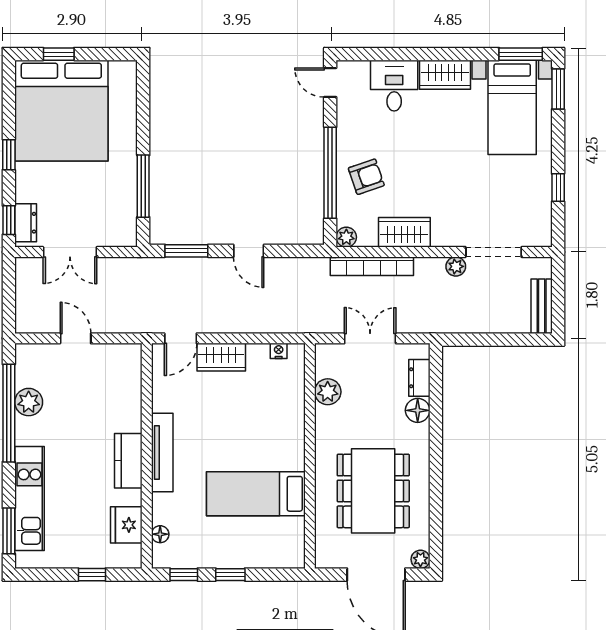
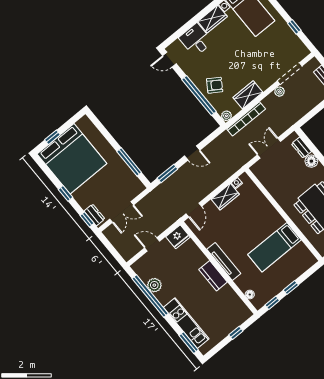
armchair: (366, 177) -> (215, 85), turned 52
wardrobe: (221, 357) -> (225, 197), moved
plant: (328, 392) -> (270, 183), removed
fridge: (126, 525) -> (178, 237), moved, turned -90

